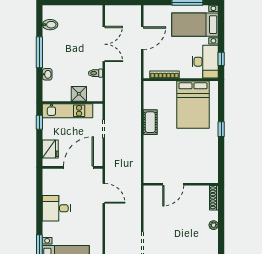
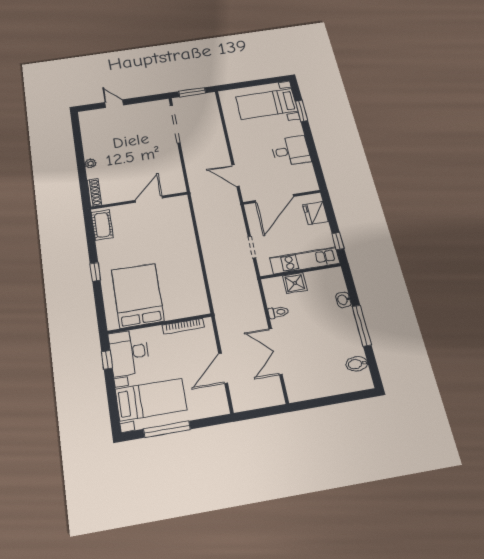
cot: (150, 122) -> (102, 225), moved

